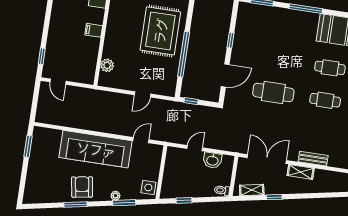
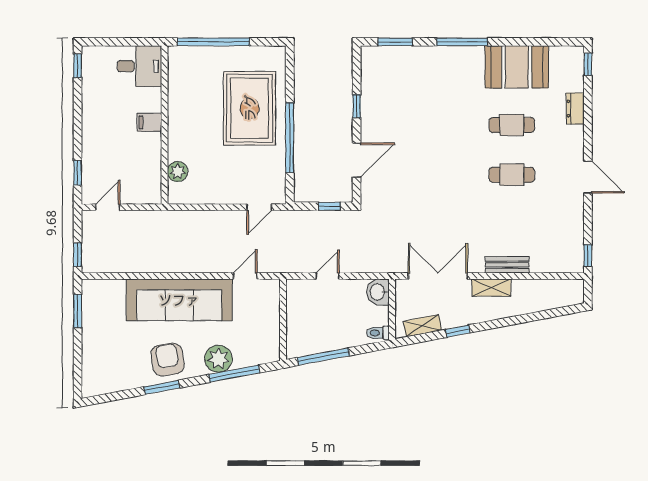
door: (58, 82) -> (108, 207), swing flipped
cafe table: (273, 92) -> (433, 175), removed
door: (143, 94) -> (259, 207), moved
window: (191, 101) -> (330, 206), moved
window: (34, 110) -> (78, 255), added
washbasin: (212, 160) -> (378, 292), moved, turned 90
side table: (148, 187) -> (267, 345), removed
plant: (115, 196) -> (218, 359), width x1.88, depth x1.88
window: (184, 200) -> (323, 357), width x2.17
window: (124, 203) -> (234, 374), width x1.44

